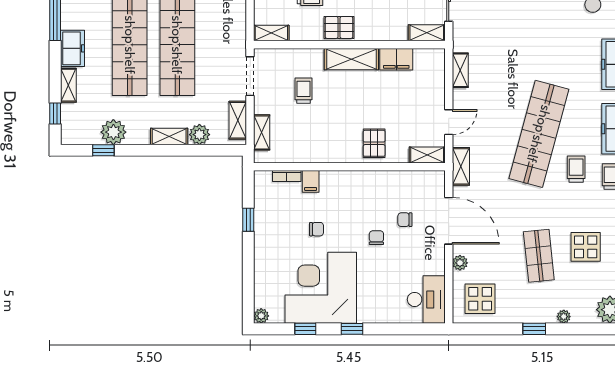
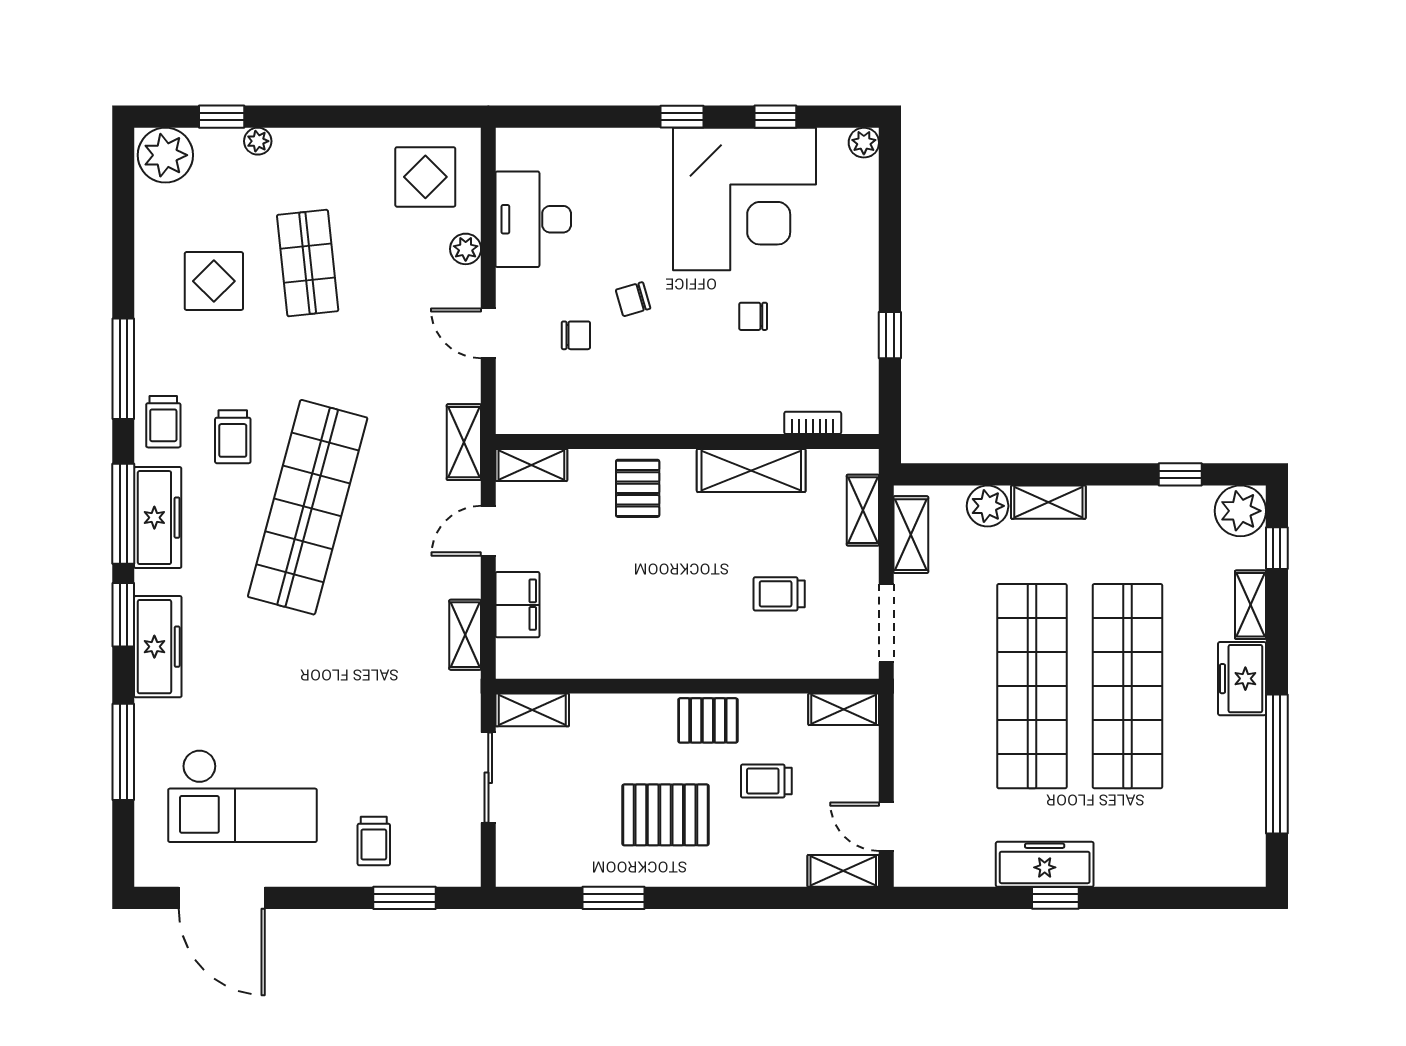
shelving: (351, 59) -> (751, 471), moved
filing cabinet: (396, 59) -> (517, 605), moved, turned 90
trolley: (304, 91) -> (779, 594), turned 90
plant: (113, 132) -> (1240, 511), moved
filing cabinet: (311, 181) -> (765, 412), removed
door: (449, 221) -> (488, 333), width x0.53
chair: (376, 238) -> (633, 299), turned 74
desk: (426, 299) -> (533, 219), moved
window: (534, 329) -> (222, 117), moved

